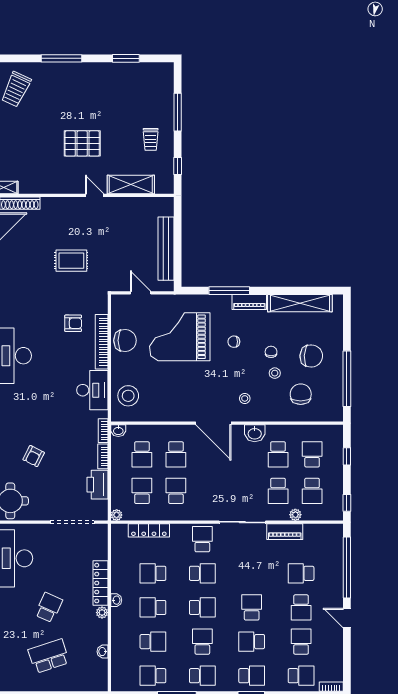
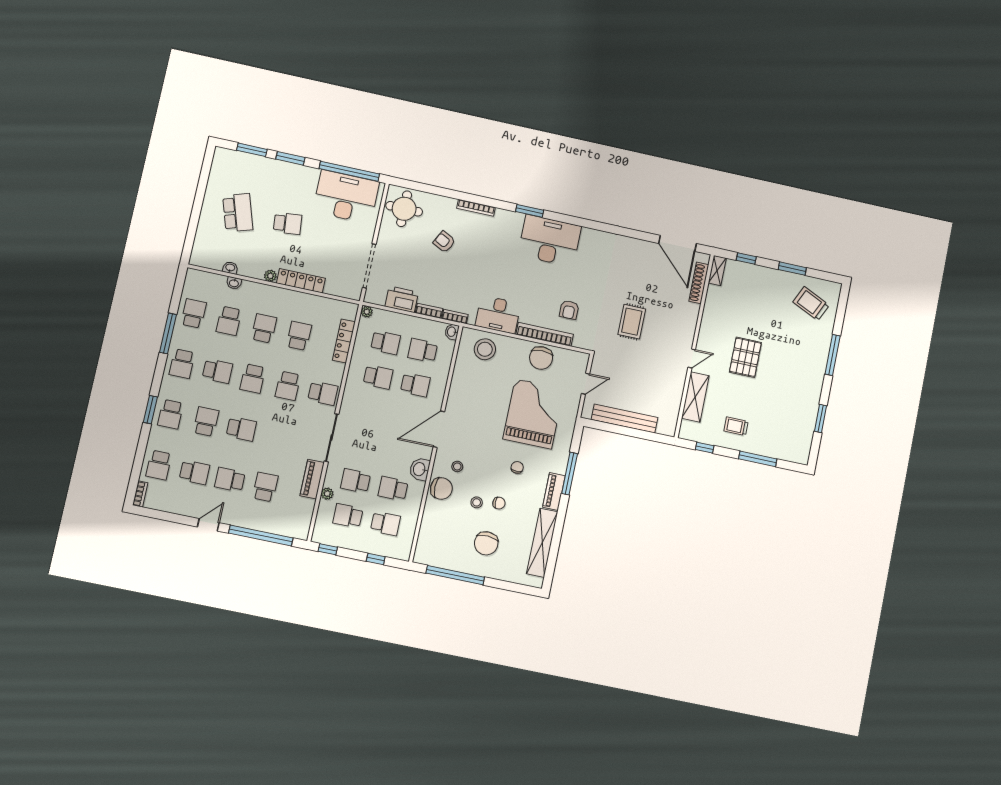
chair: (301, 394) -> (441, 488), moved
school desk: (176, 454) -> (415, 385), turned 180
washbasin: (116, 600) -> (234, 283), moved
school desk: (49, 607) -> (288, 223), turned -30

